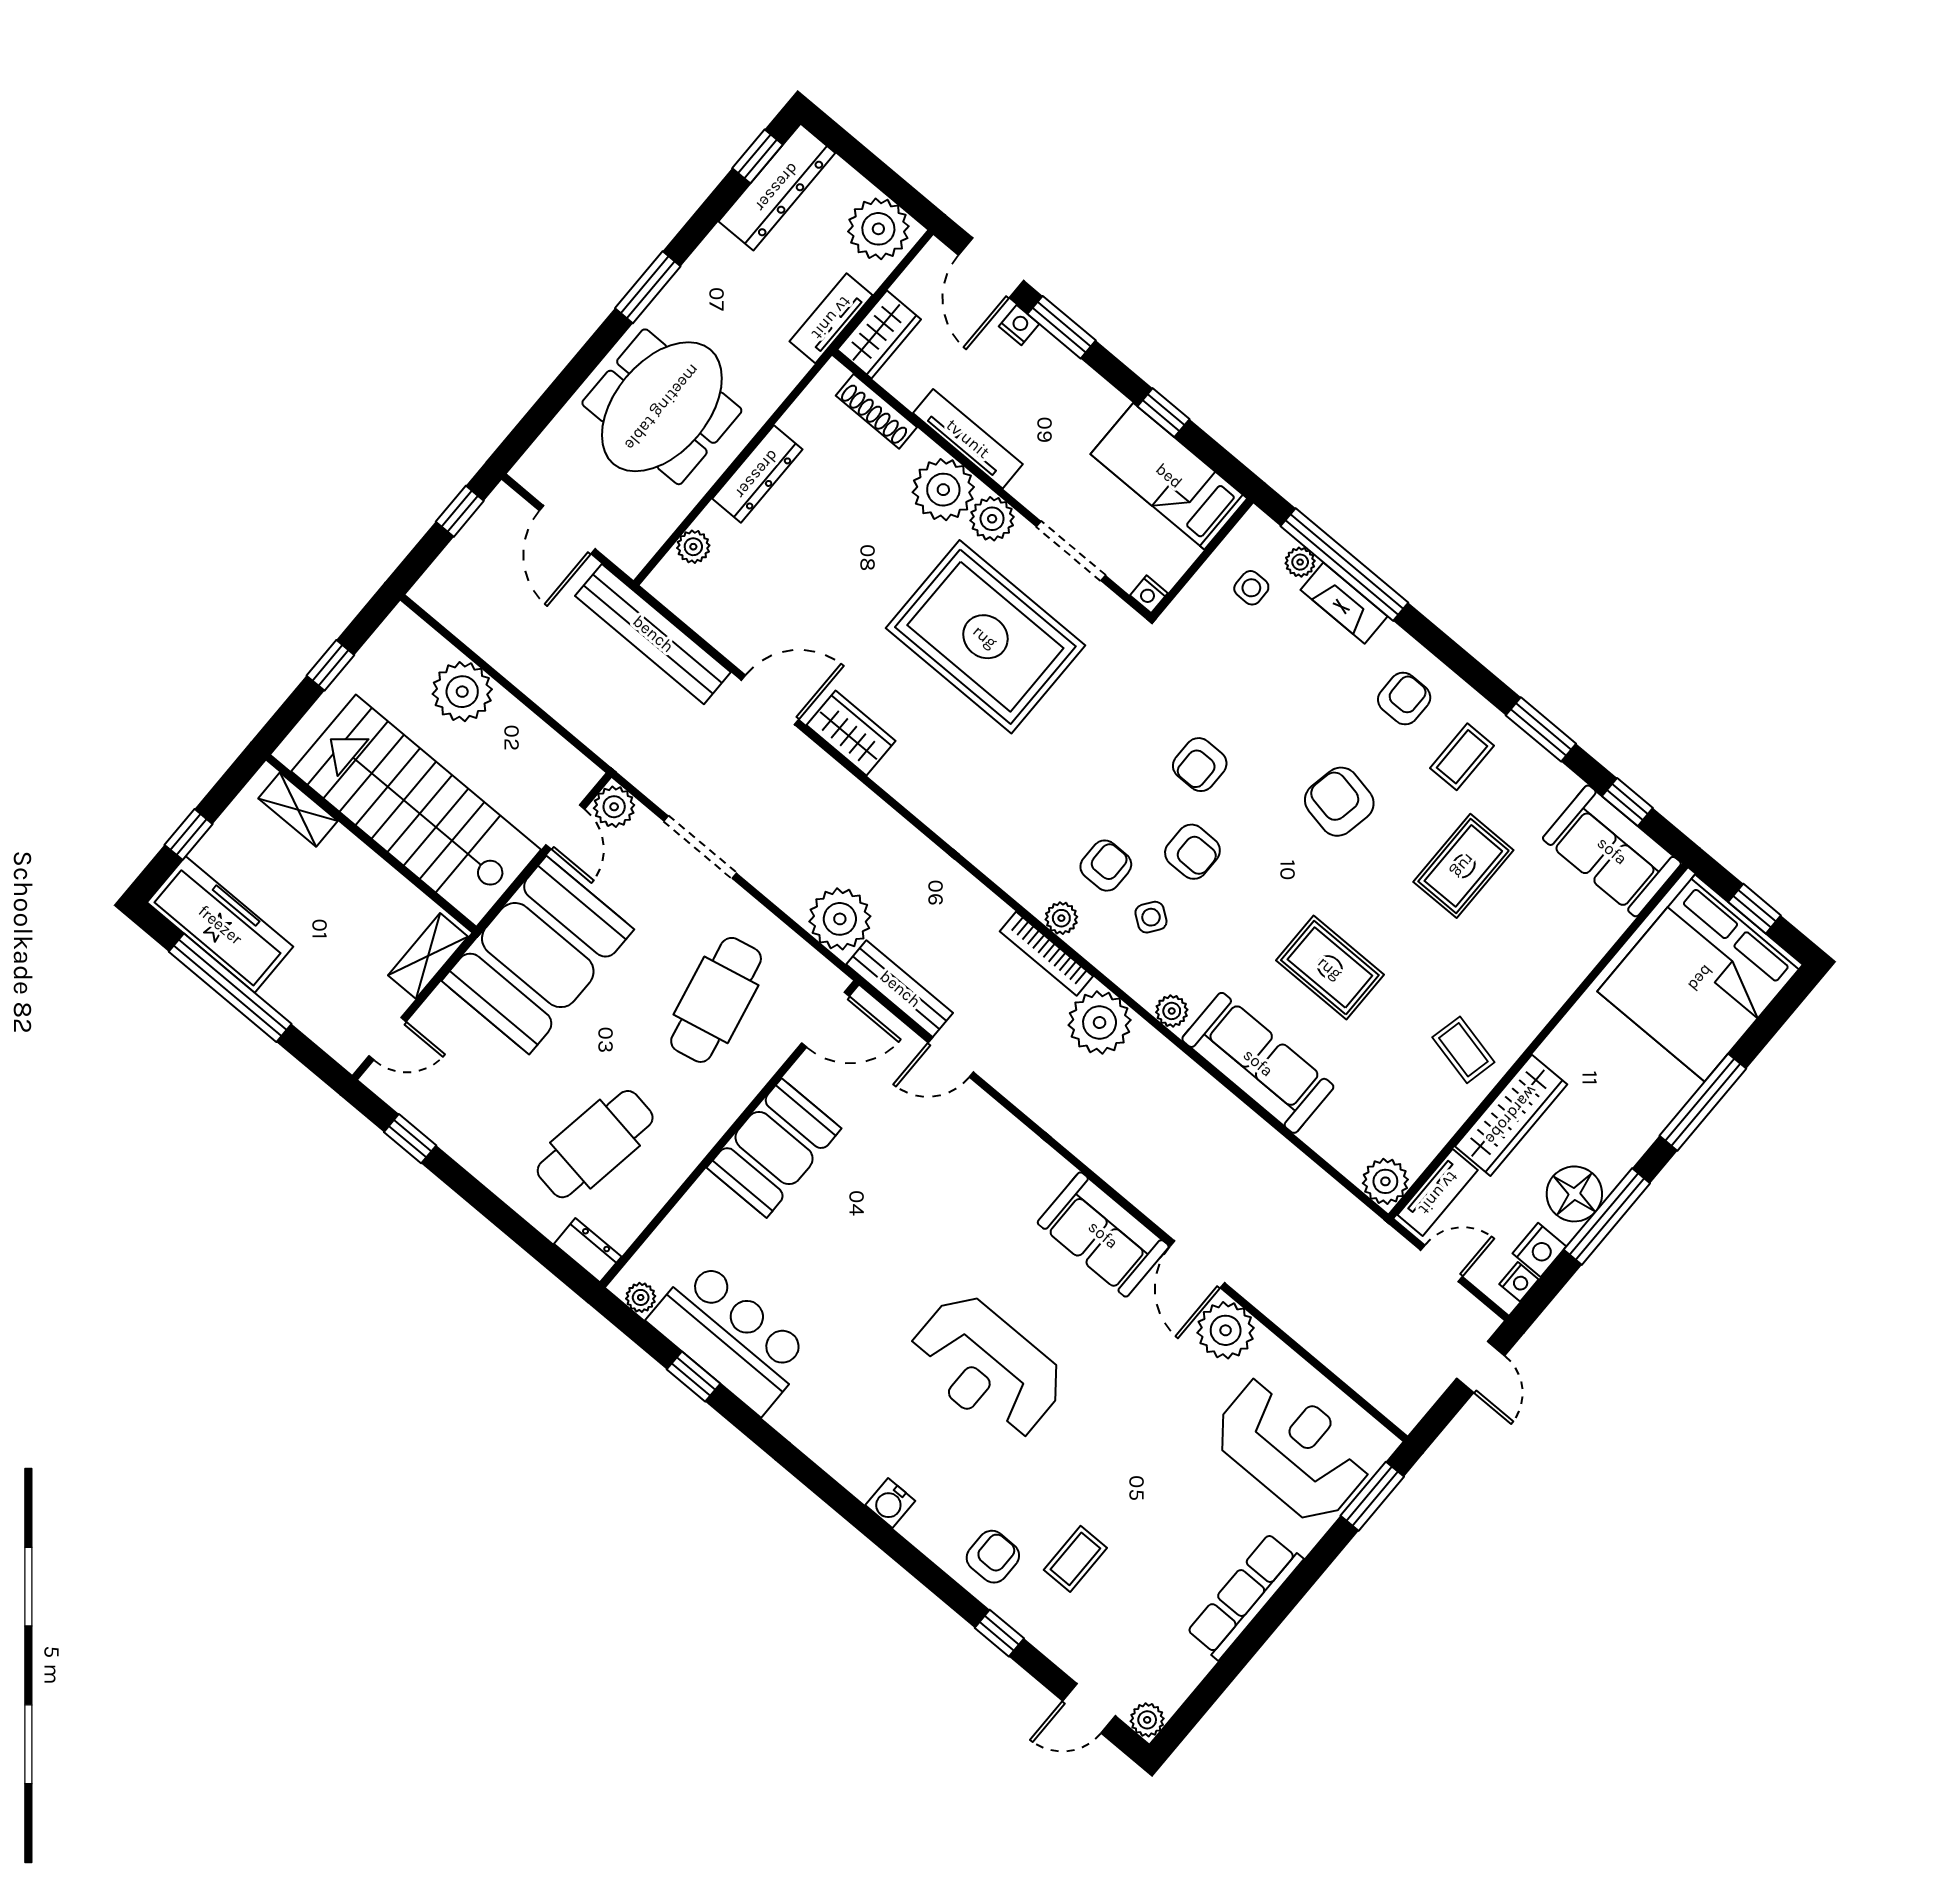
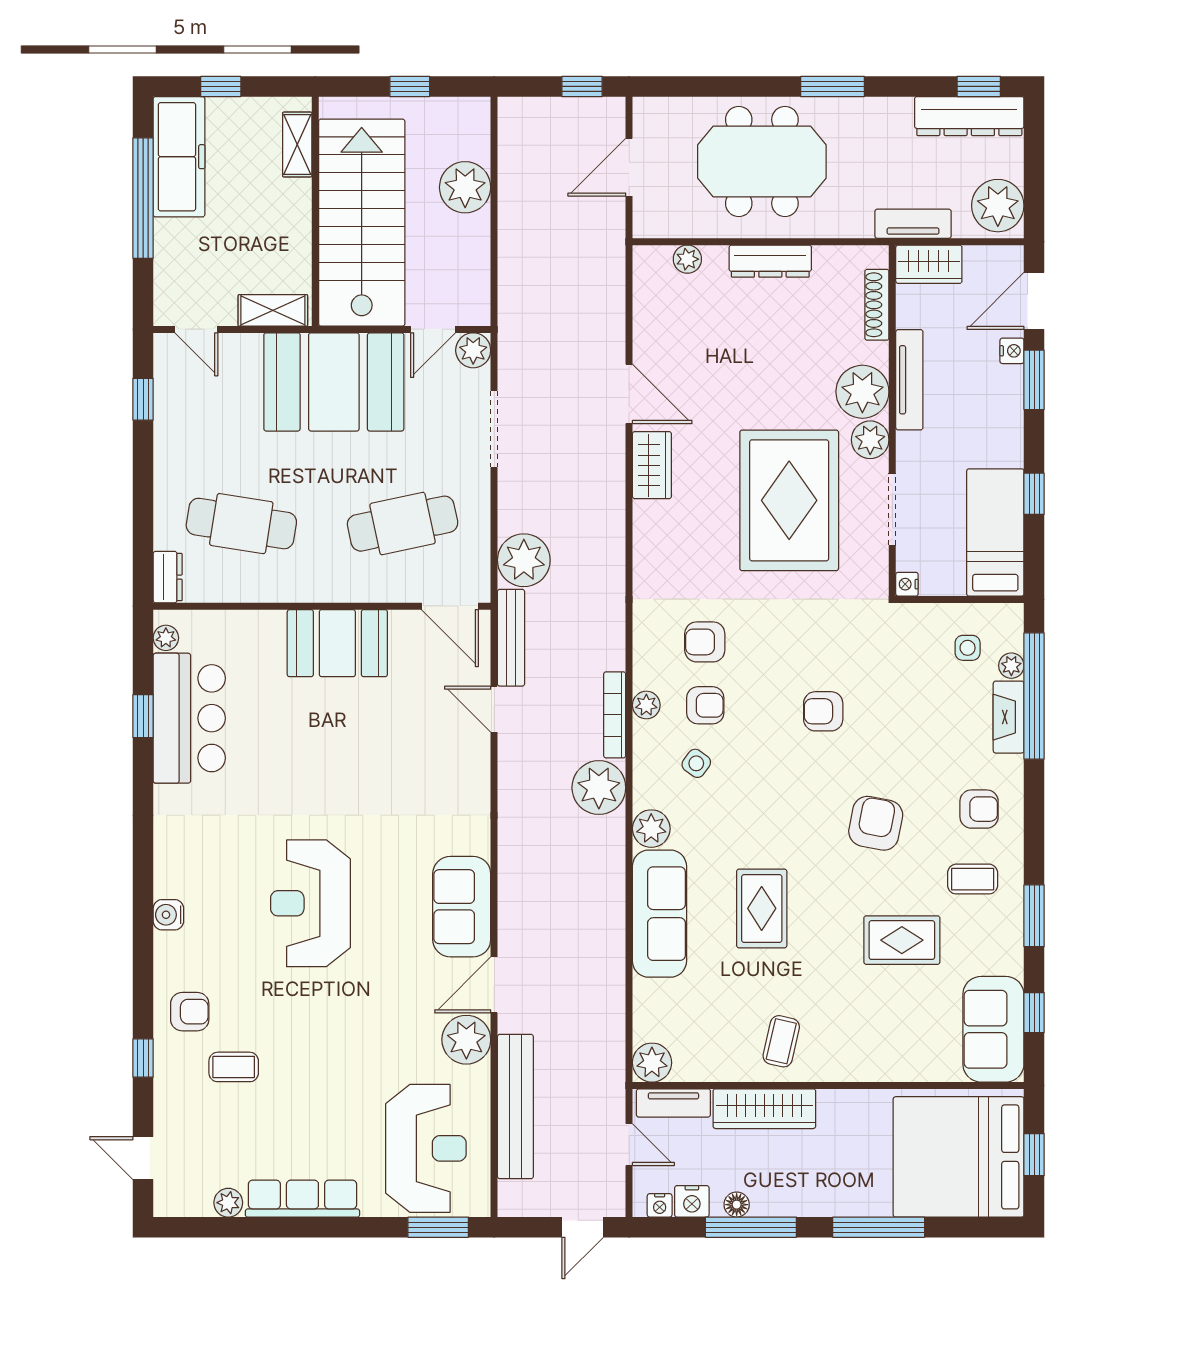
bench: (653, 634) -> (515, 1106), moved
armchair: (1192, 852) -> (705, 642), moved, turned 90
plant: (1172, 1011) -> (651, 829), width x1.38, depth x1.38
floor lamp: (1574, 1194) -> (737, 1205), width x0.53, depth x0.53
plant: (1147, 1720) -> (228, 1203), moved

